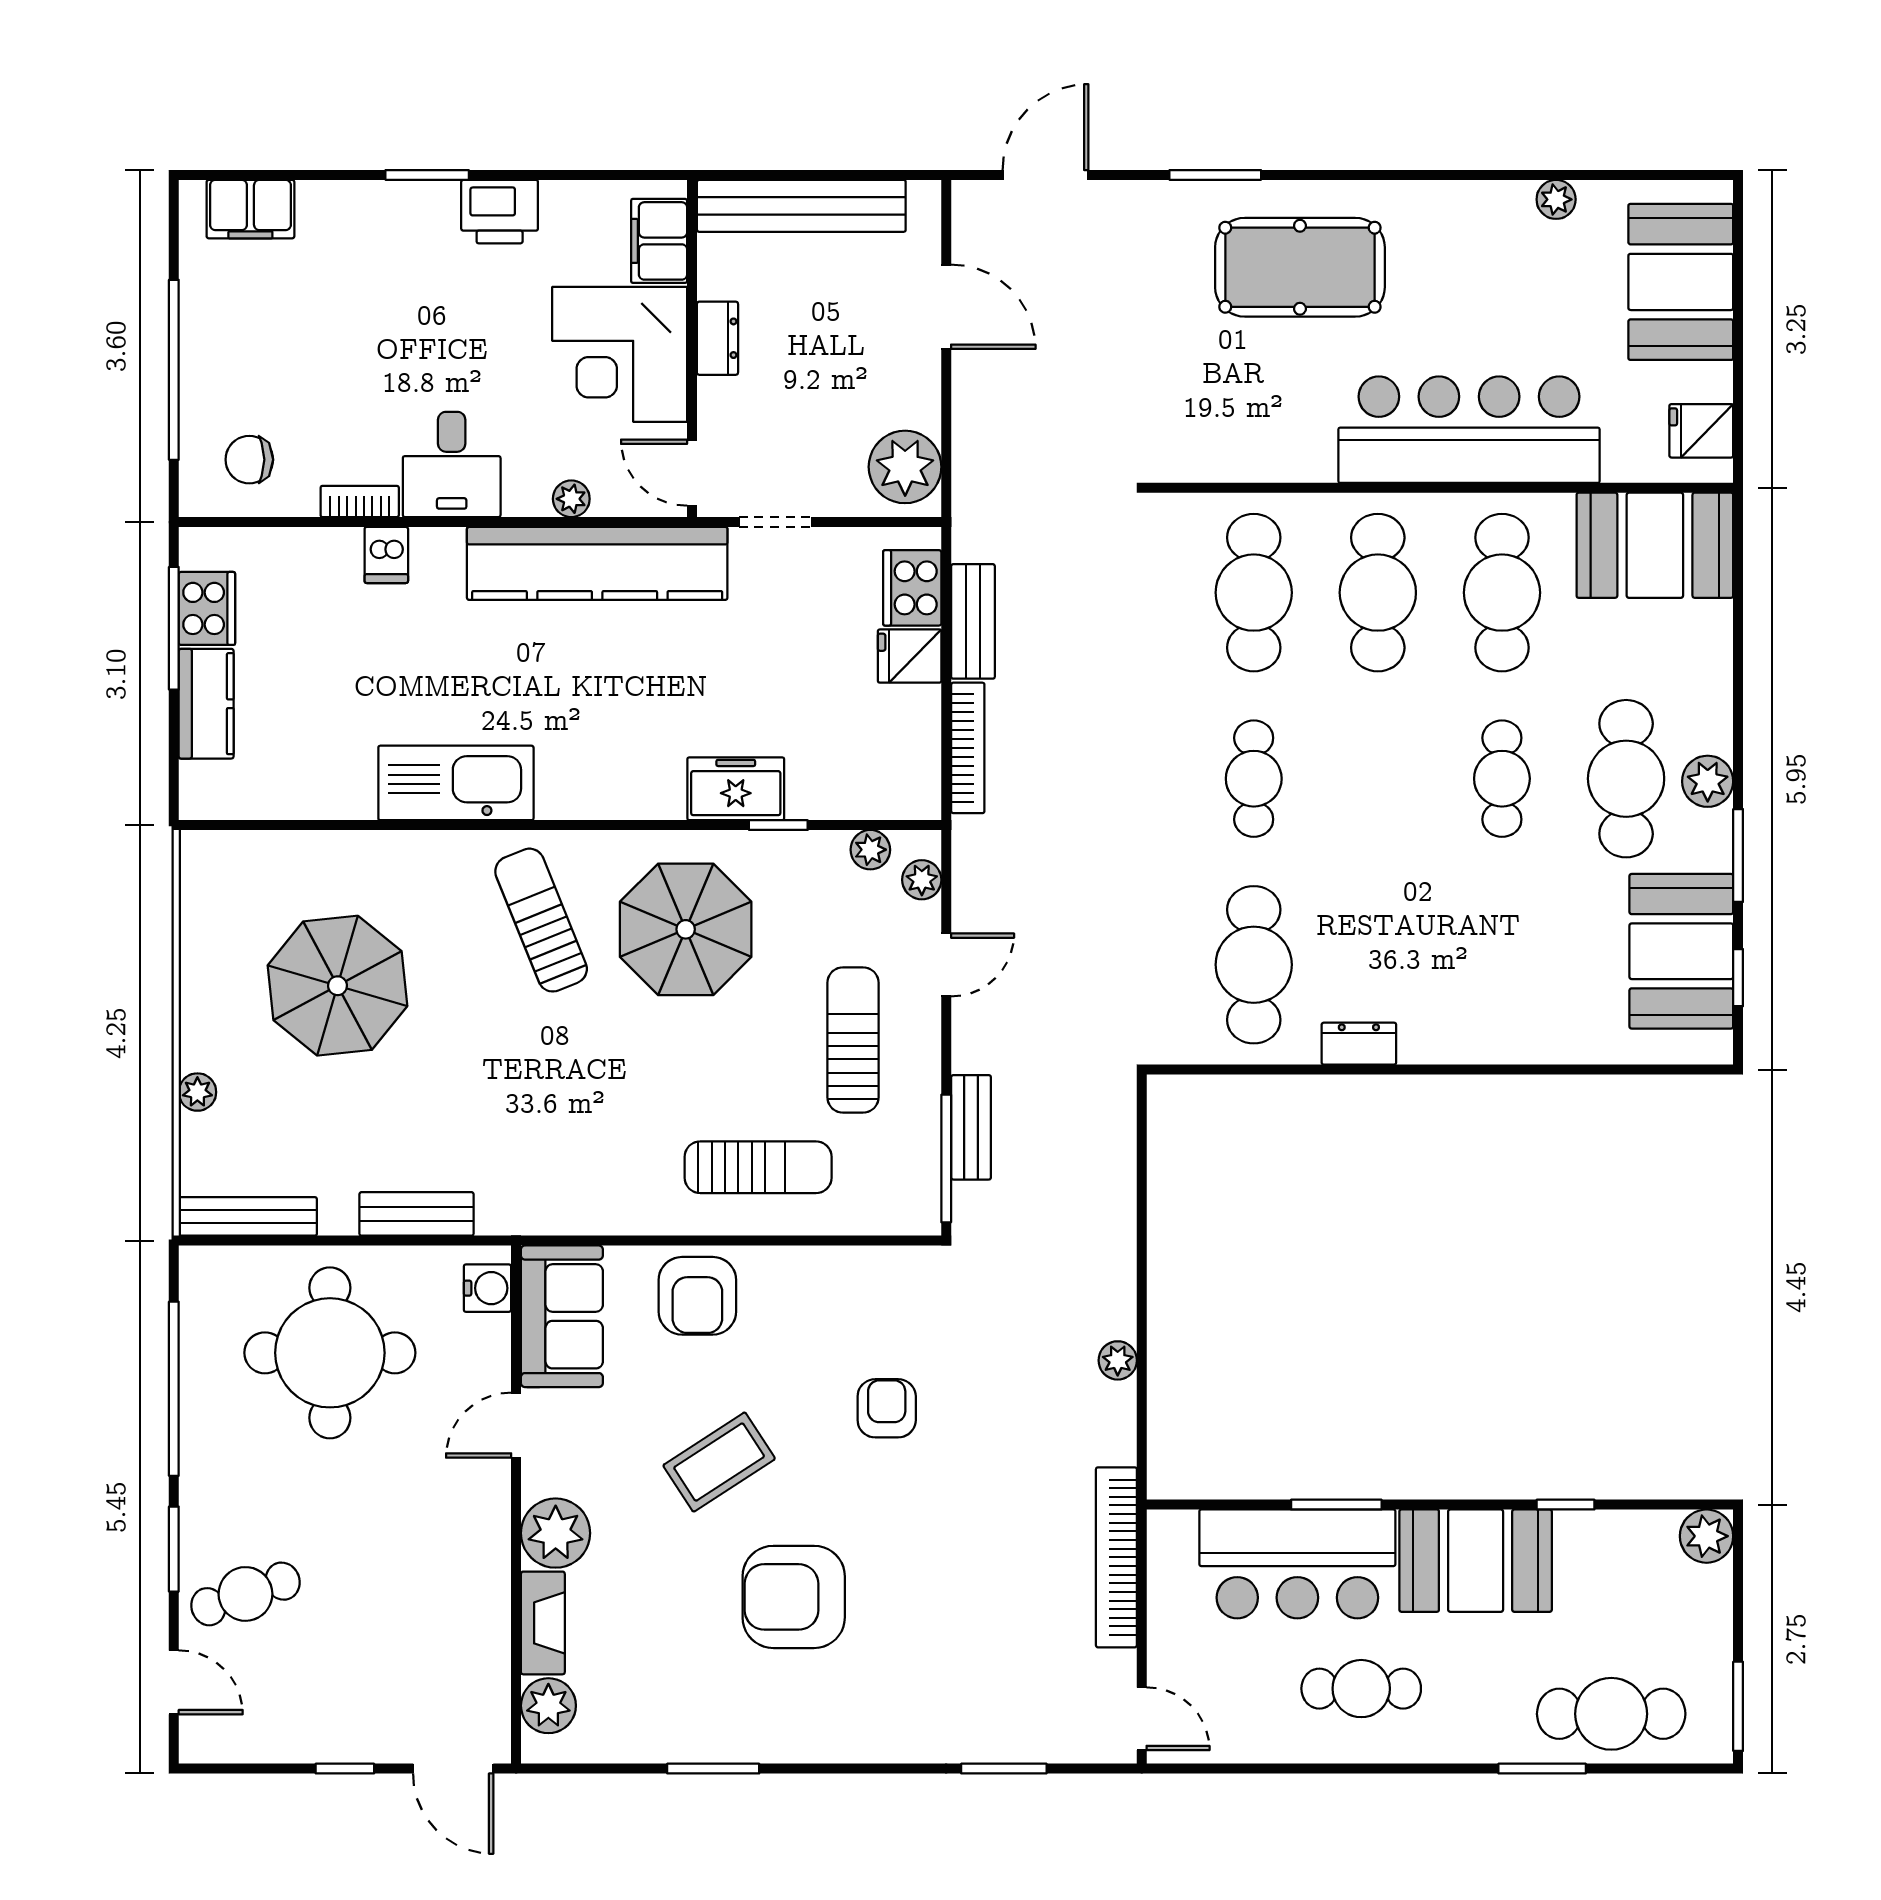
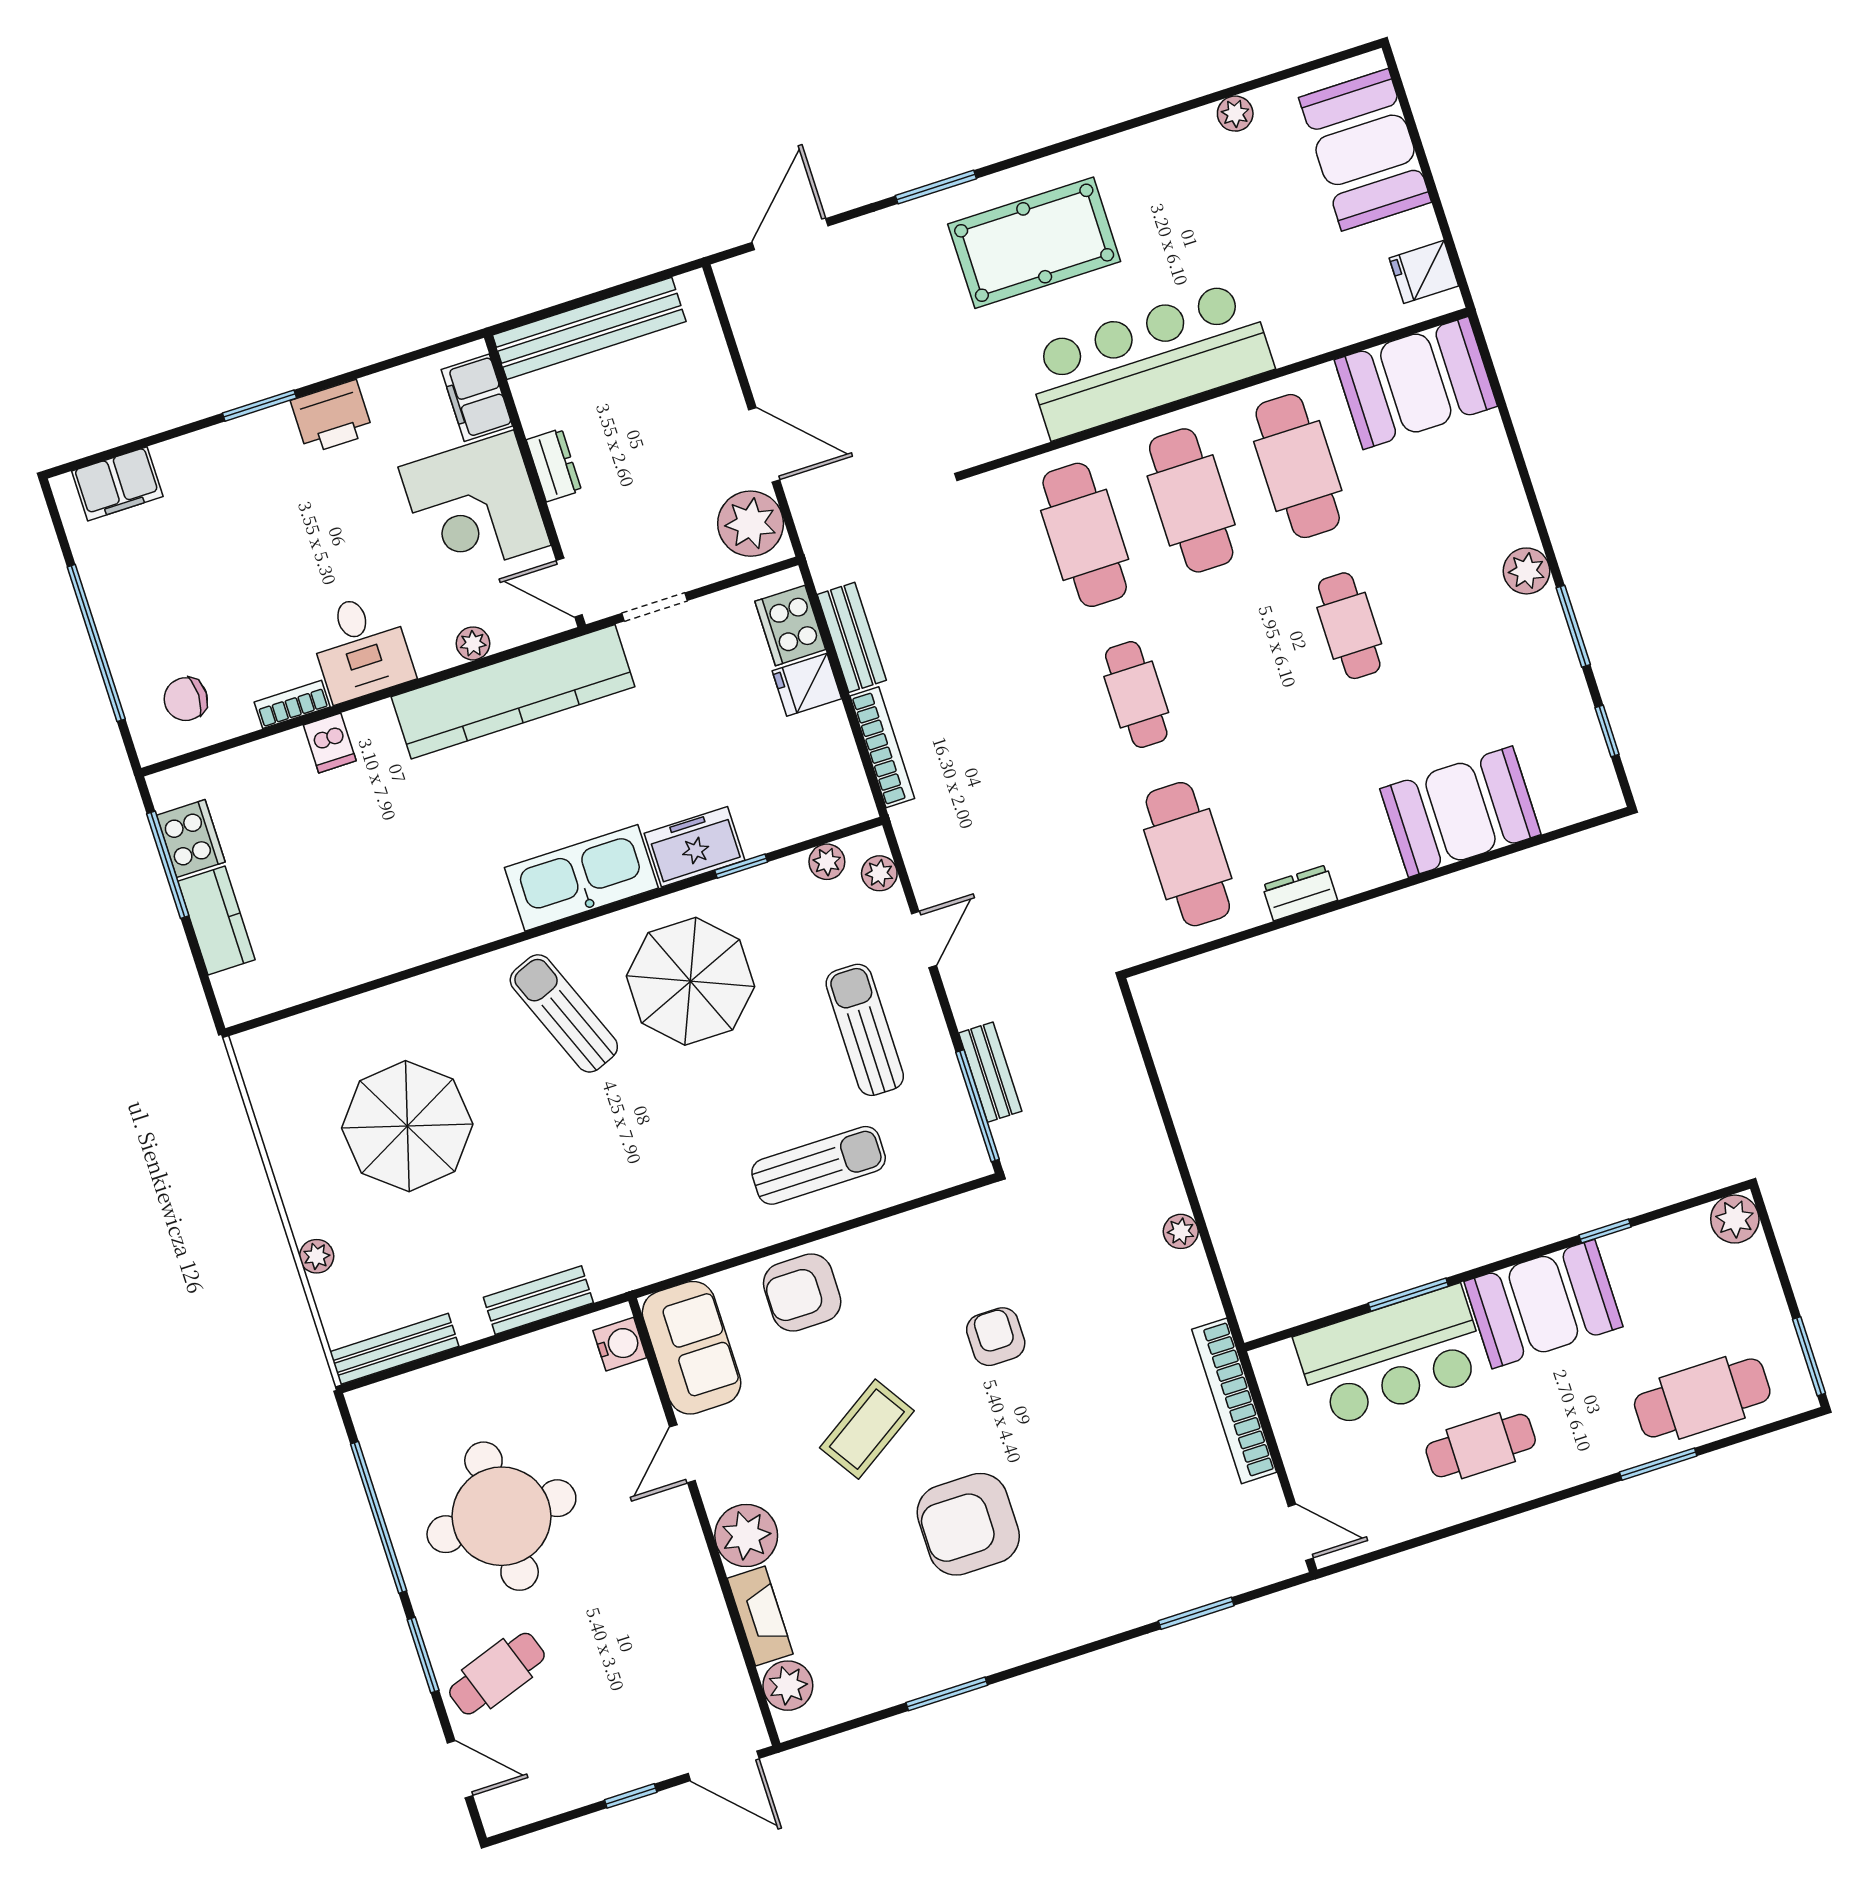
door: (946, 307) -> (764, 445), moved
bar counter: (1469, 430) -> (1149, 360), moved
cafe table: (1626, 779) -> (1456, 591), removed
kitchen sink: (456, 783) -> (581, 878), moved
booth: (1681, 951) -> (1460, 812), moved, turned 90
armchair: (697, 1296) -> (802, 1292), turned 90
round table: (330, 1353) -> (501, 1516), moved

